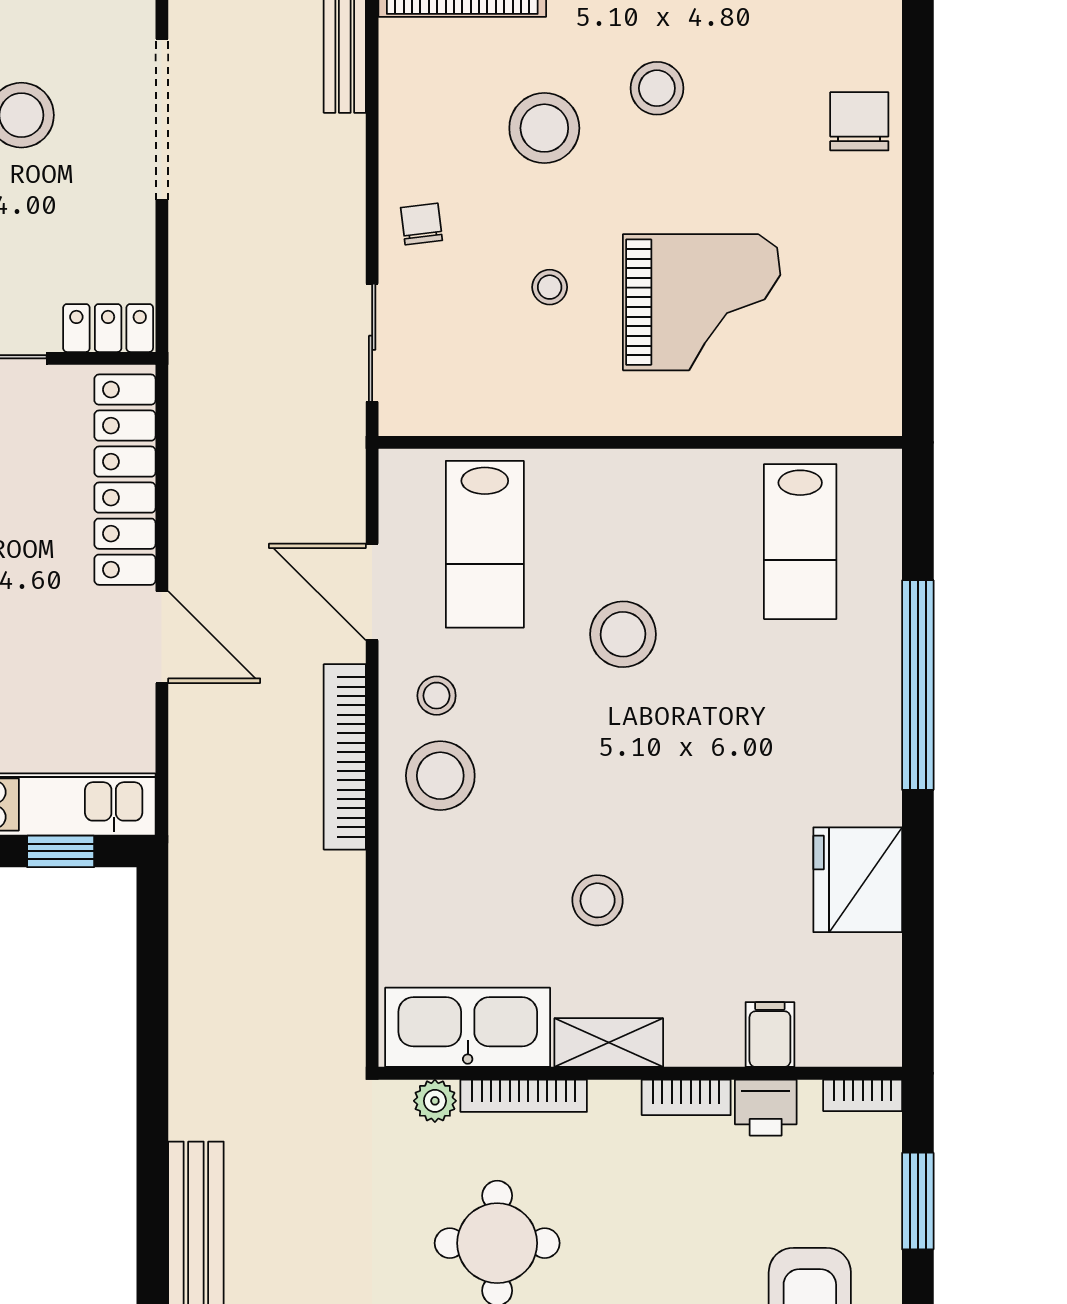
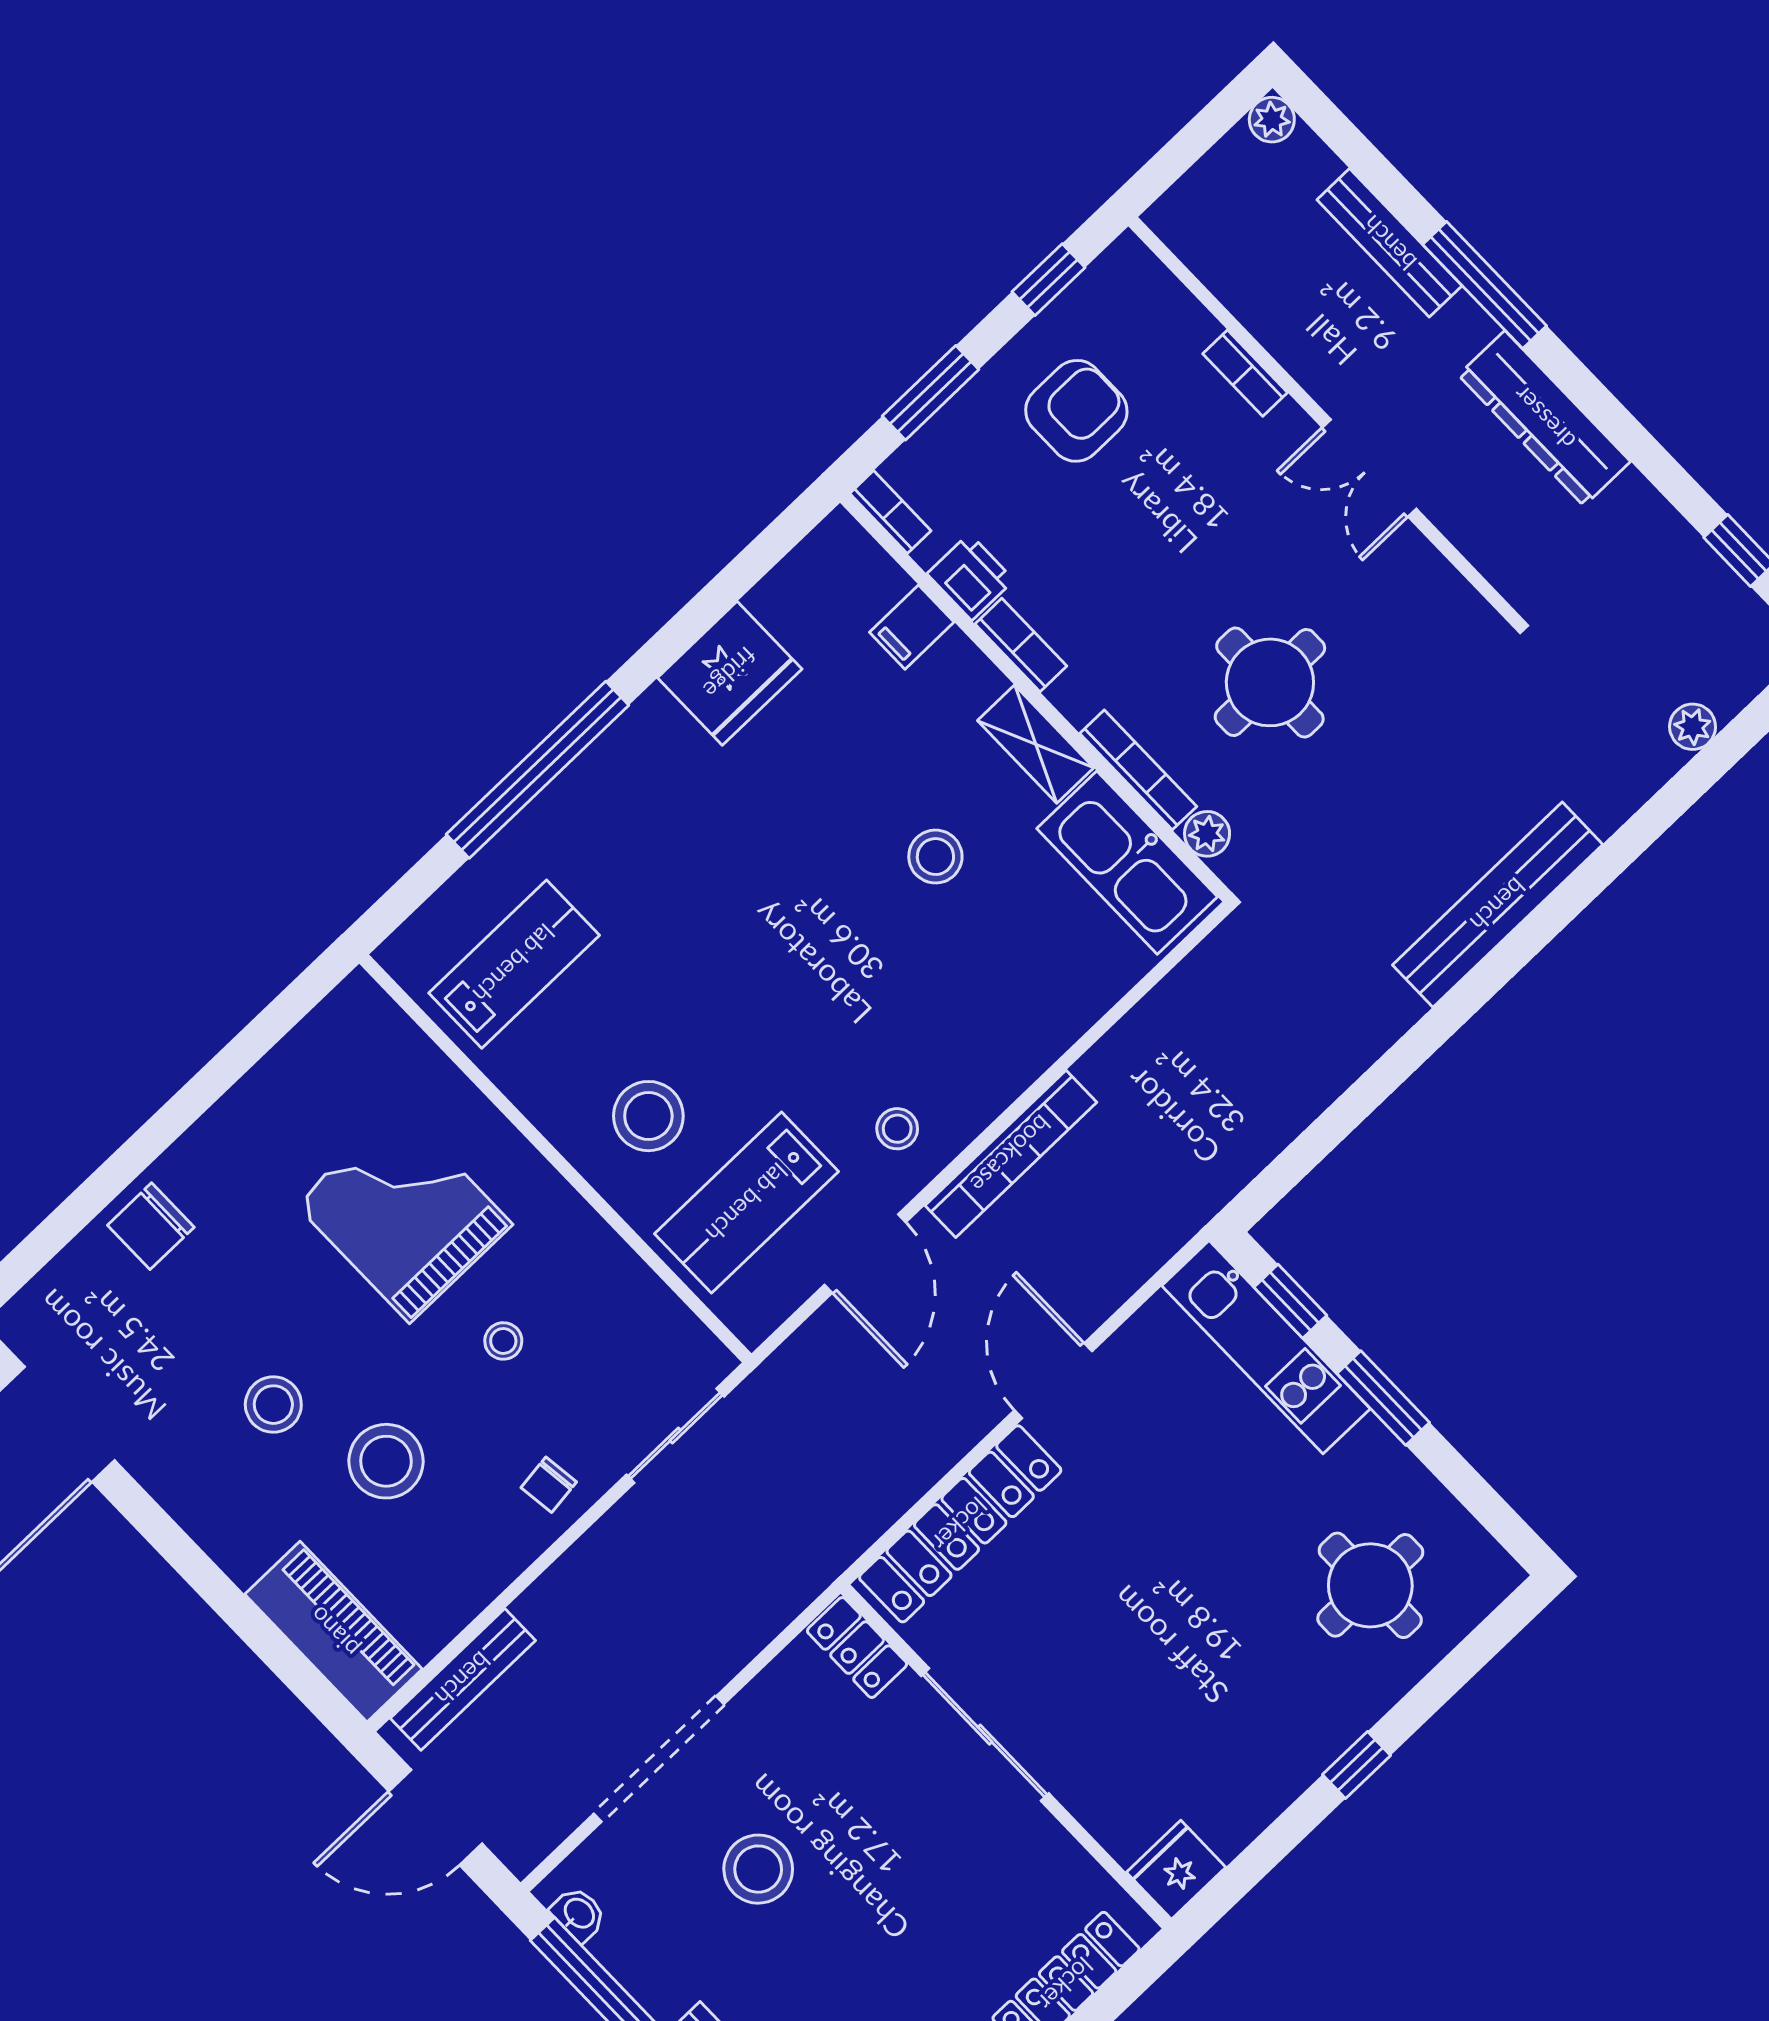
lab bench: (485, 544) -> (747, 1203), turned 180
stool: (623, 634) -> (648, 1116), moved
stool: (440, 776) -> (955, 1067), removed

